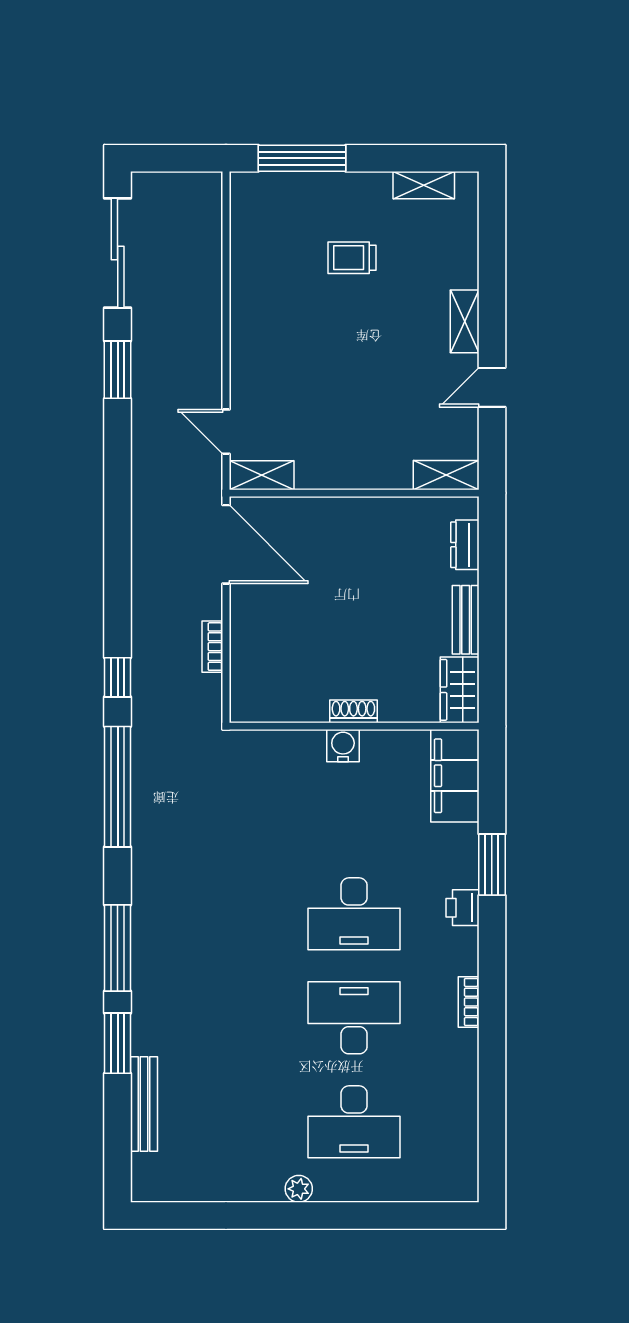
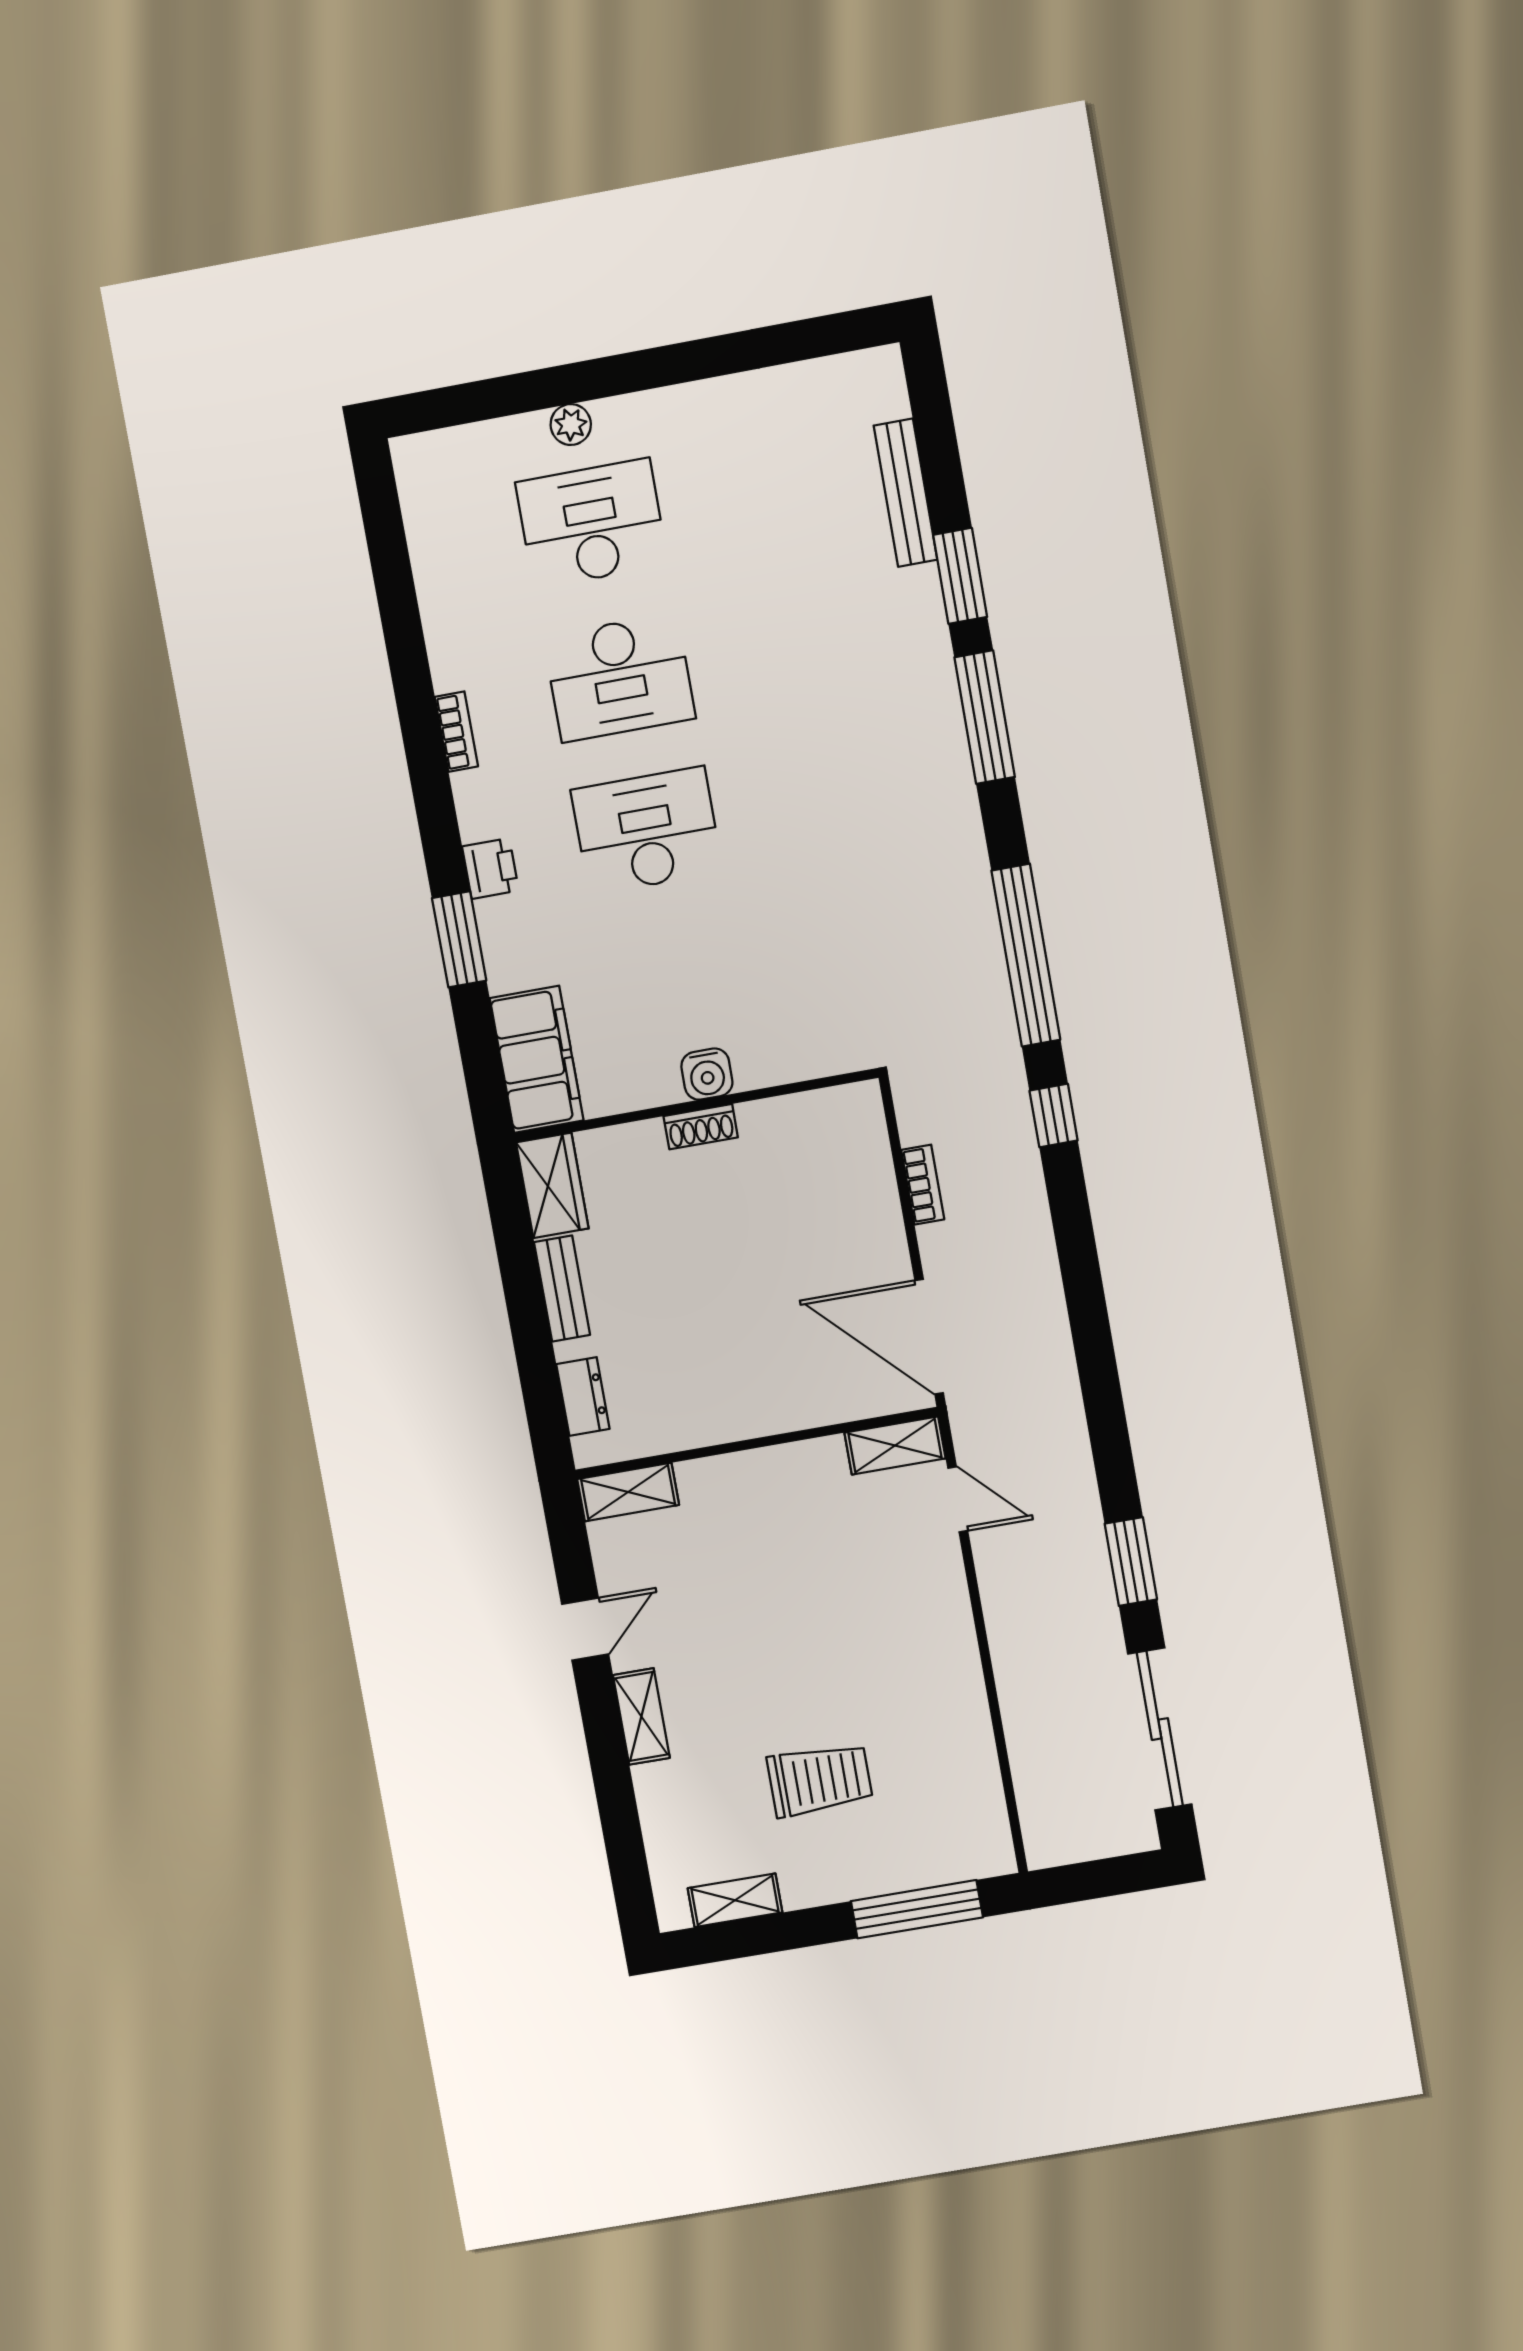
trolley: (352, 258) -> (820, 1780), width x1.36, depth x1.39
plant: (299, 1189) -> (571, 425), moved

